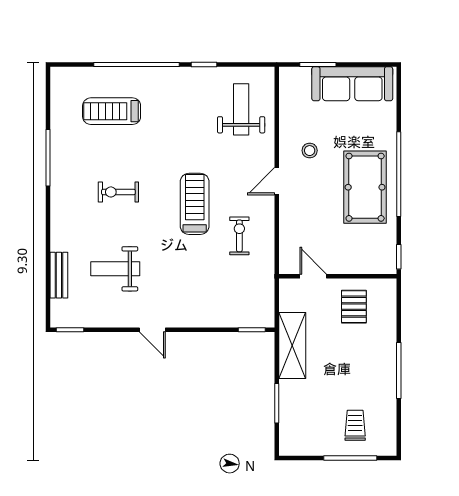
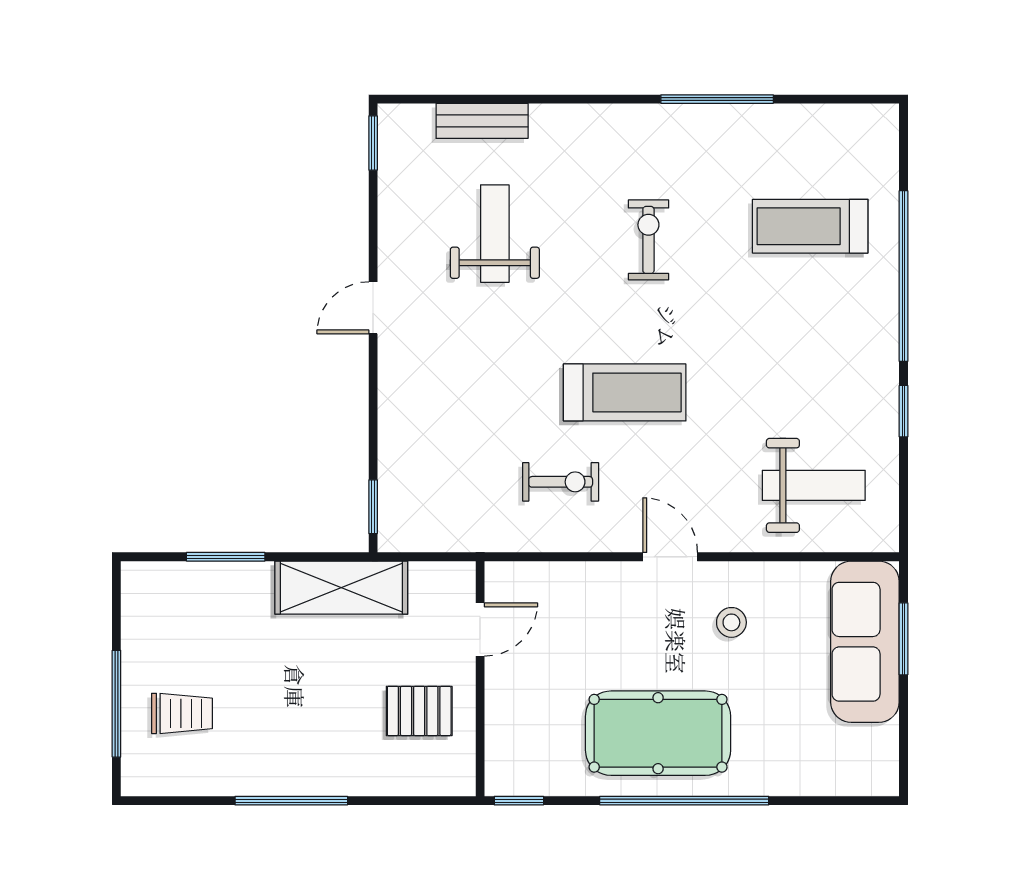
sofa: (352, 84) -> (865, 642), moved
treadmill: (112, 111) -> (810, 226), turned -90

